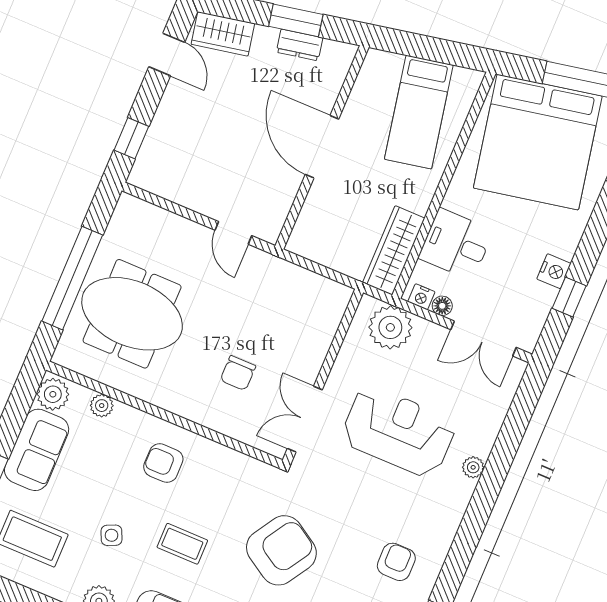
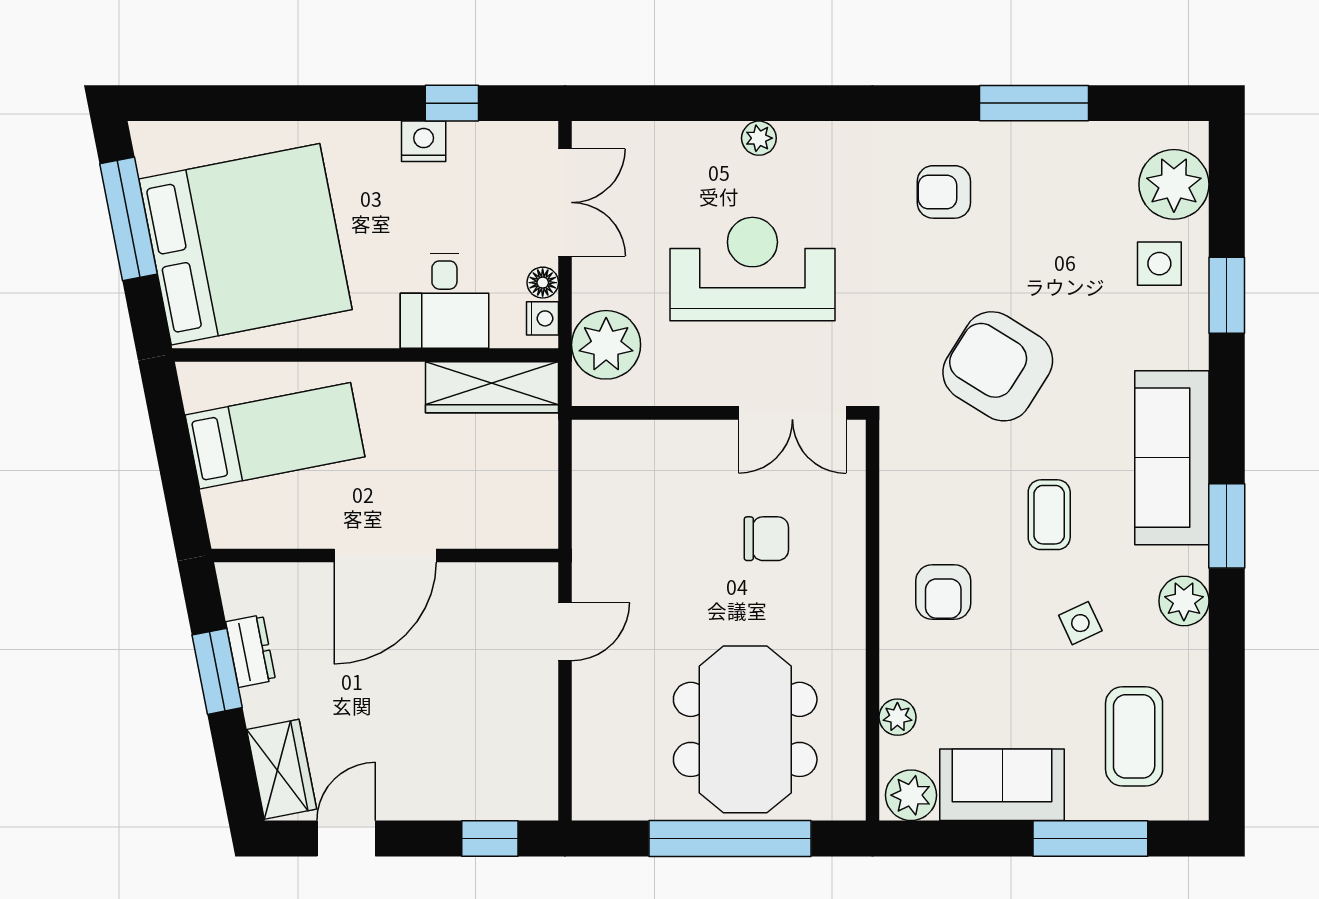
reception desk: (398, 431) -> (752, 269), turned 90

